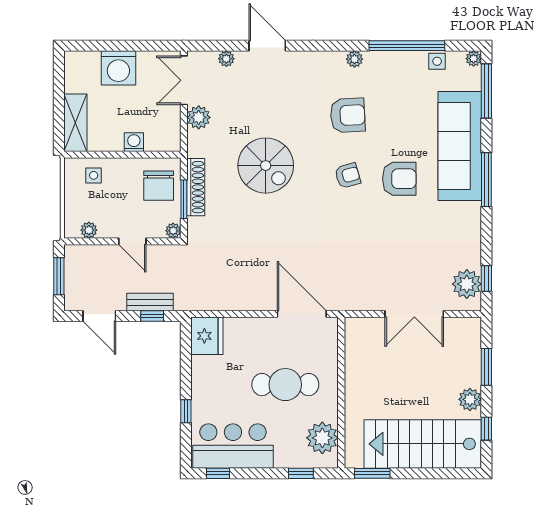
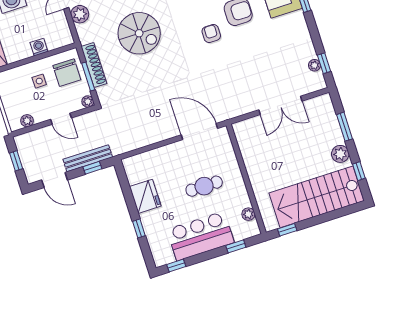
side table: (94, 175) -> (39, 81), moved
armchair: (348, 176) -> (211, 34), moved, turned -74
window: (59, 276) -> (16, 161), width x0.67
plant: (467, 284) -> (314, 65), width x0.53, depth x0.53
bench: (150, 302) -> (88, 158), width x1.36
fridge: (207, 336) -> (145, 196), moved
cafe table: (285, 385) -> (204, 186), width x0.73, depth x0.74
plant: (322, 438) -> (248, 214), width x0.53, depth x0.53
bar counter: (233, 446) -> (200, 236), moved
window: (372, 473) -> (287, 230), width x0.67

